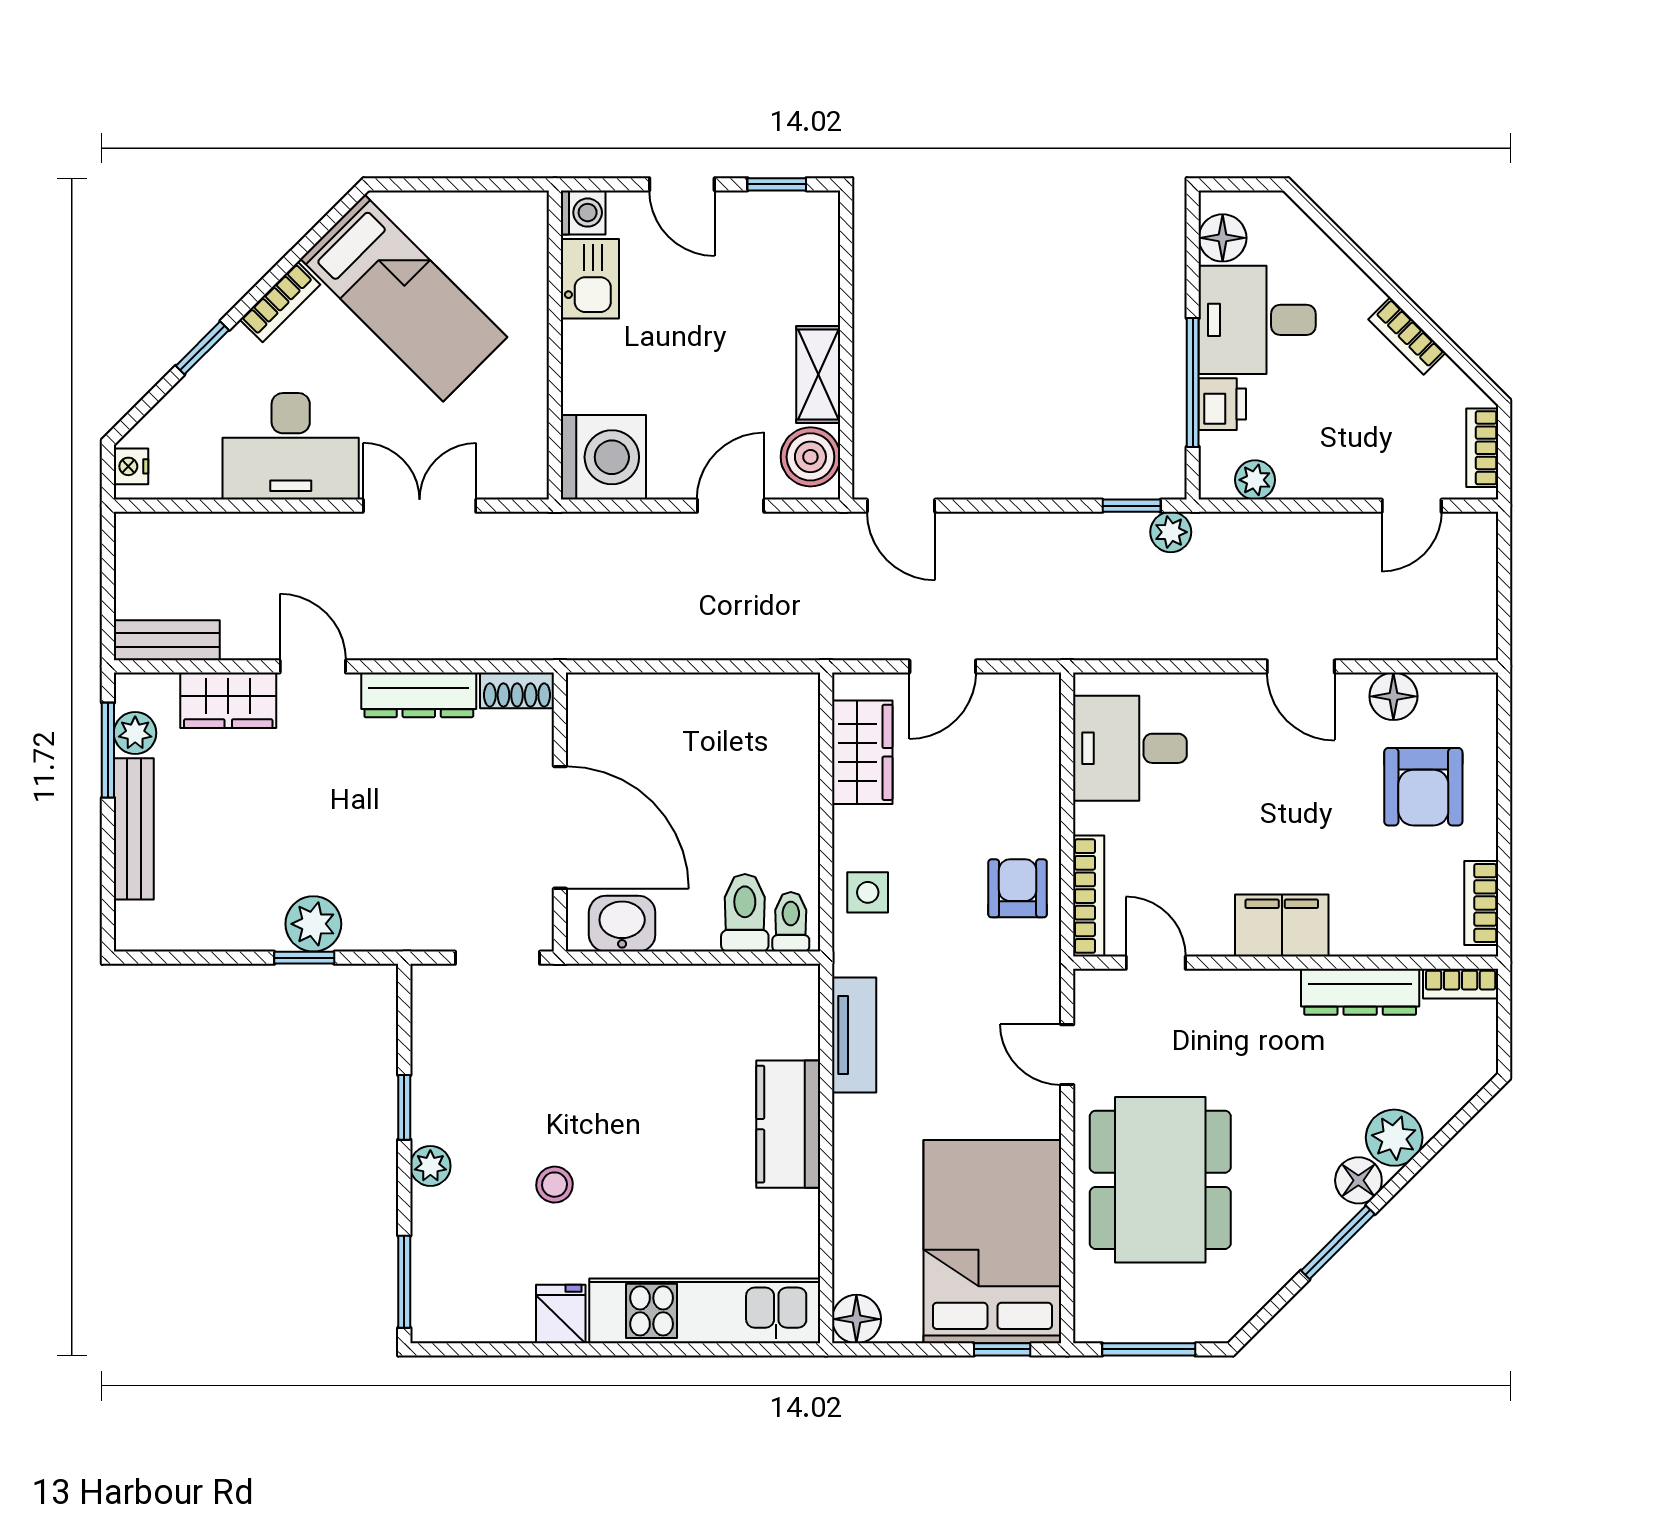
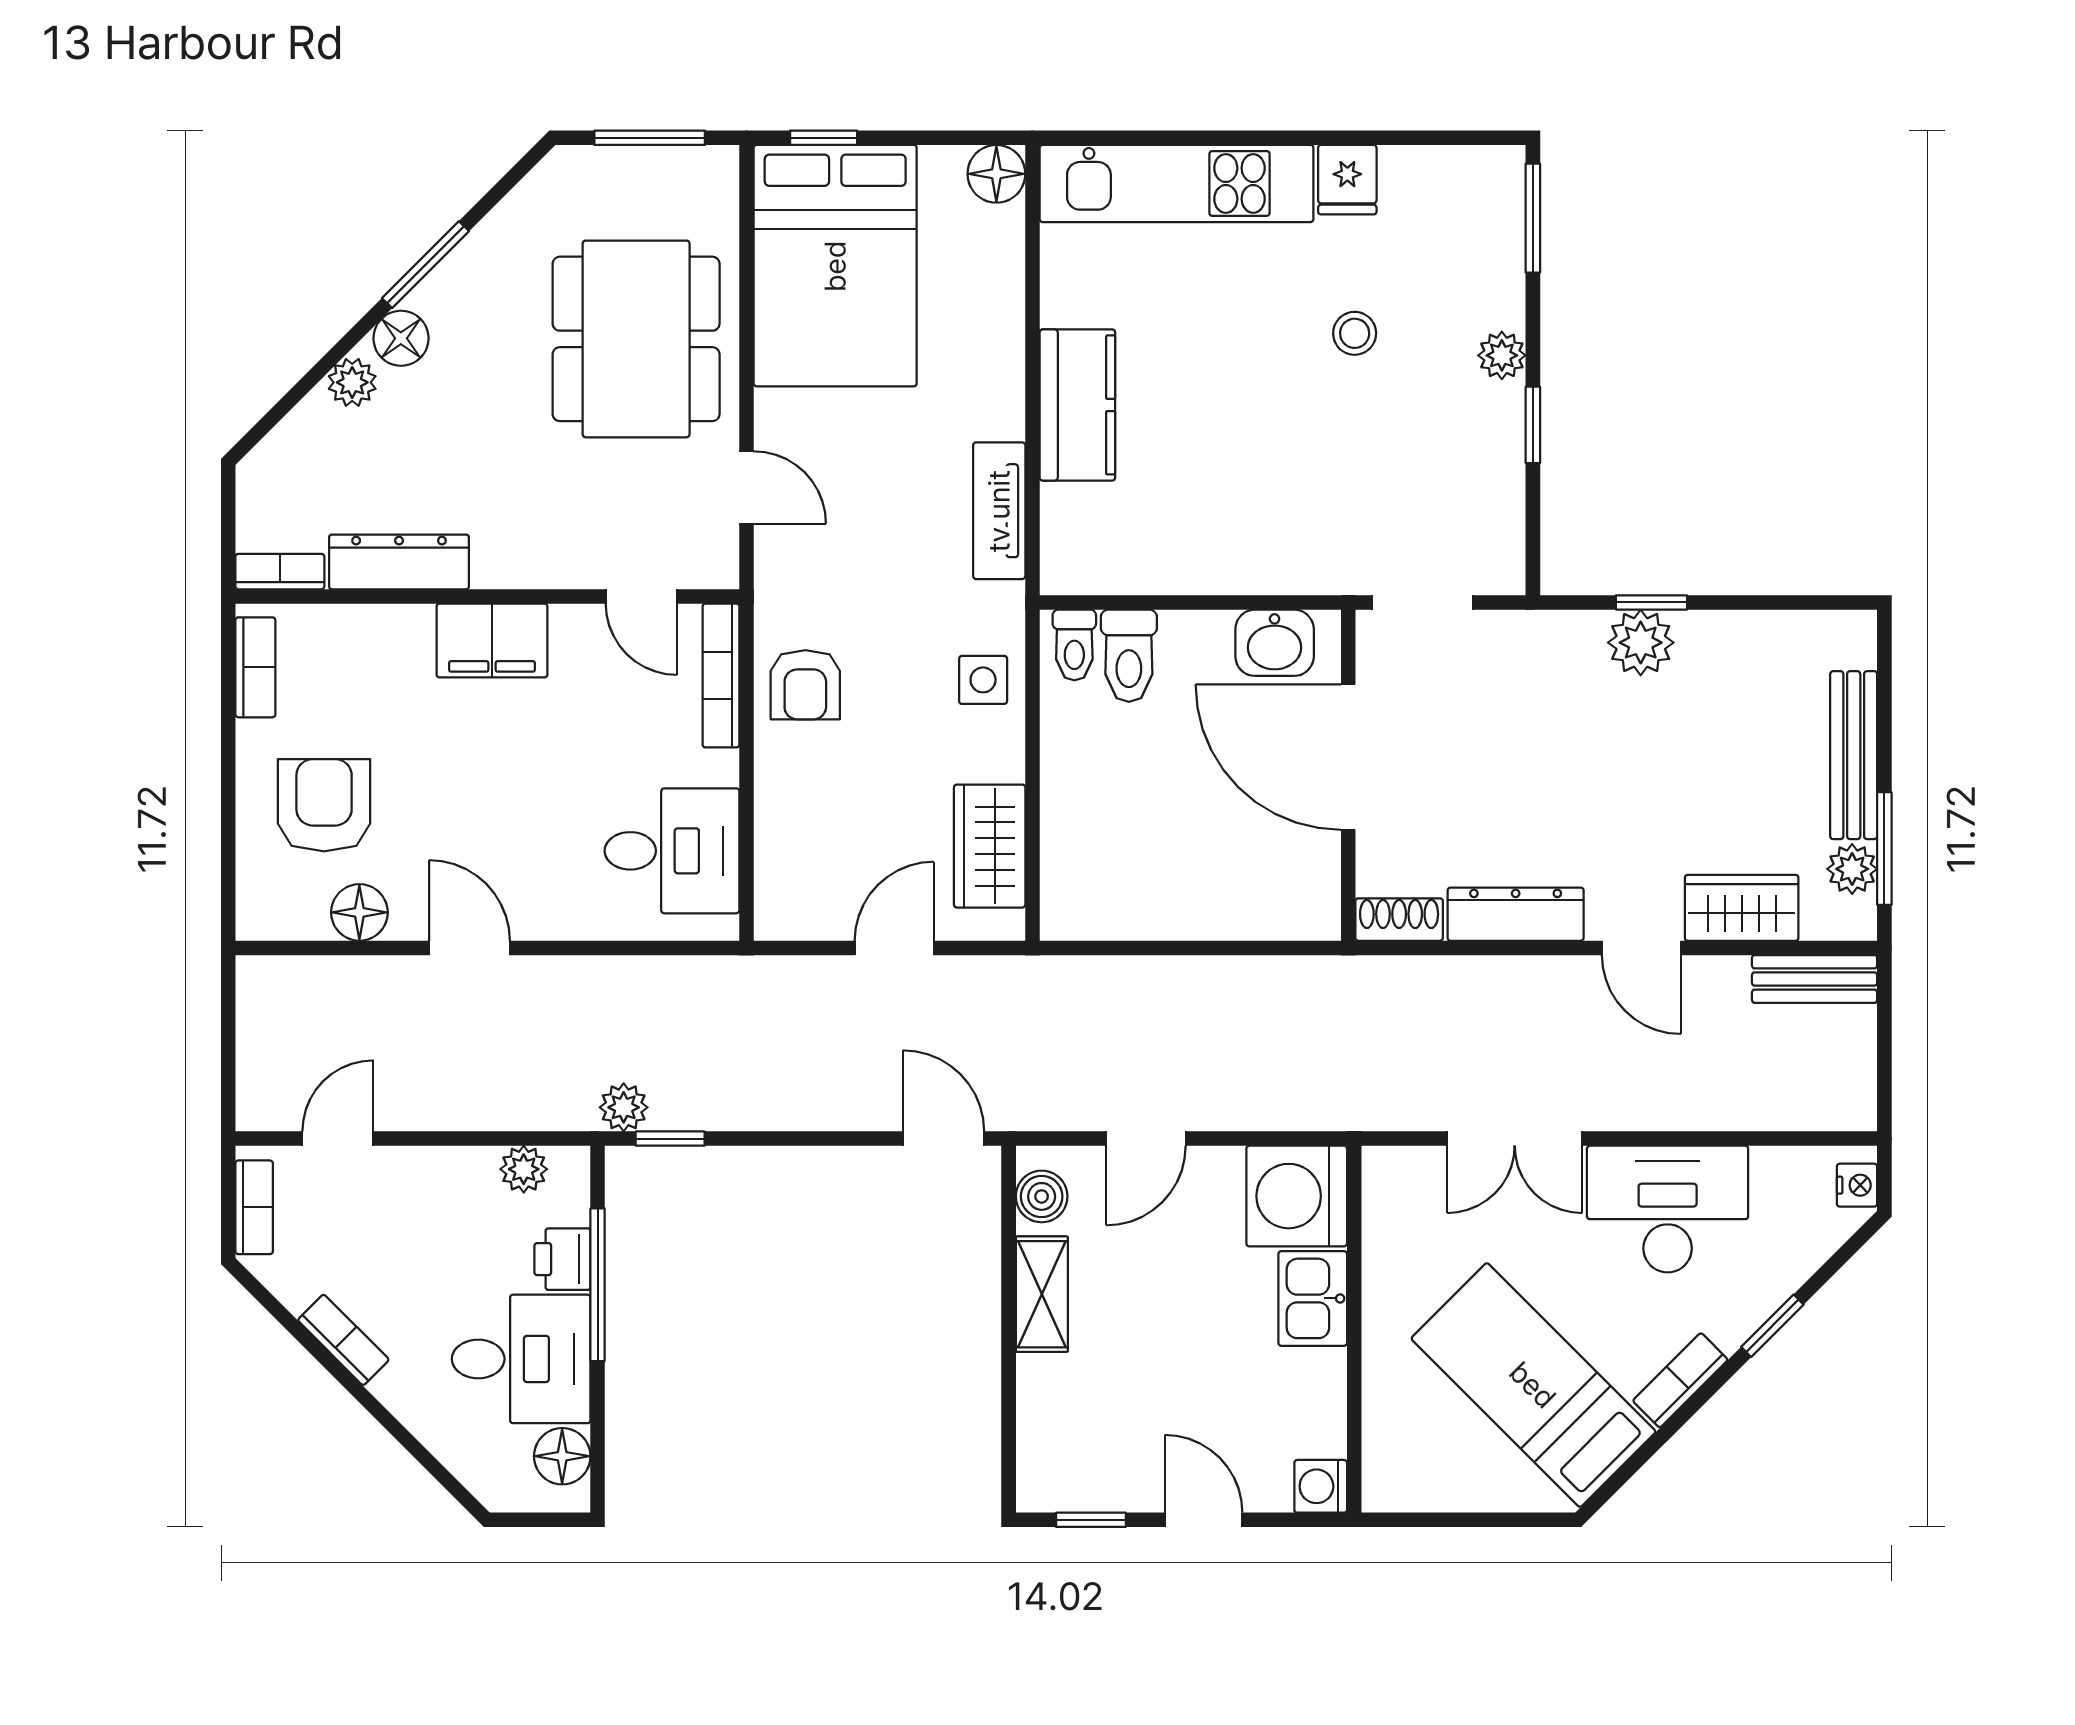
kitchen sink: (590, 279) -> (1313, 1298), moved
boiler: (810, 457) -> (1042, 1196), width x0.73, depth x0.73
plant: (1394, 1138) -> (352, 382), width x0.73, depth x0.73

